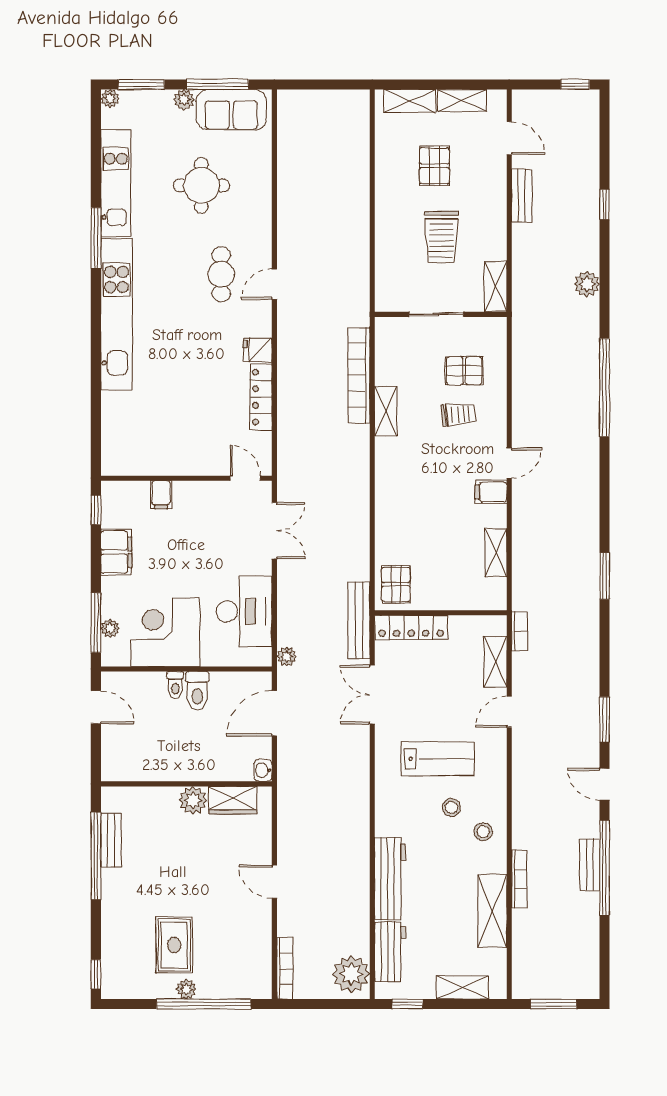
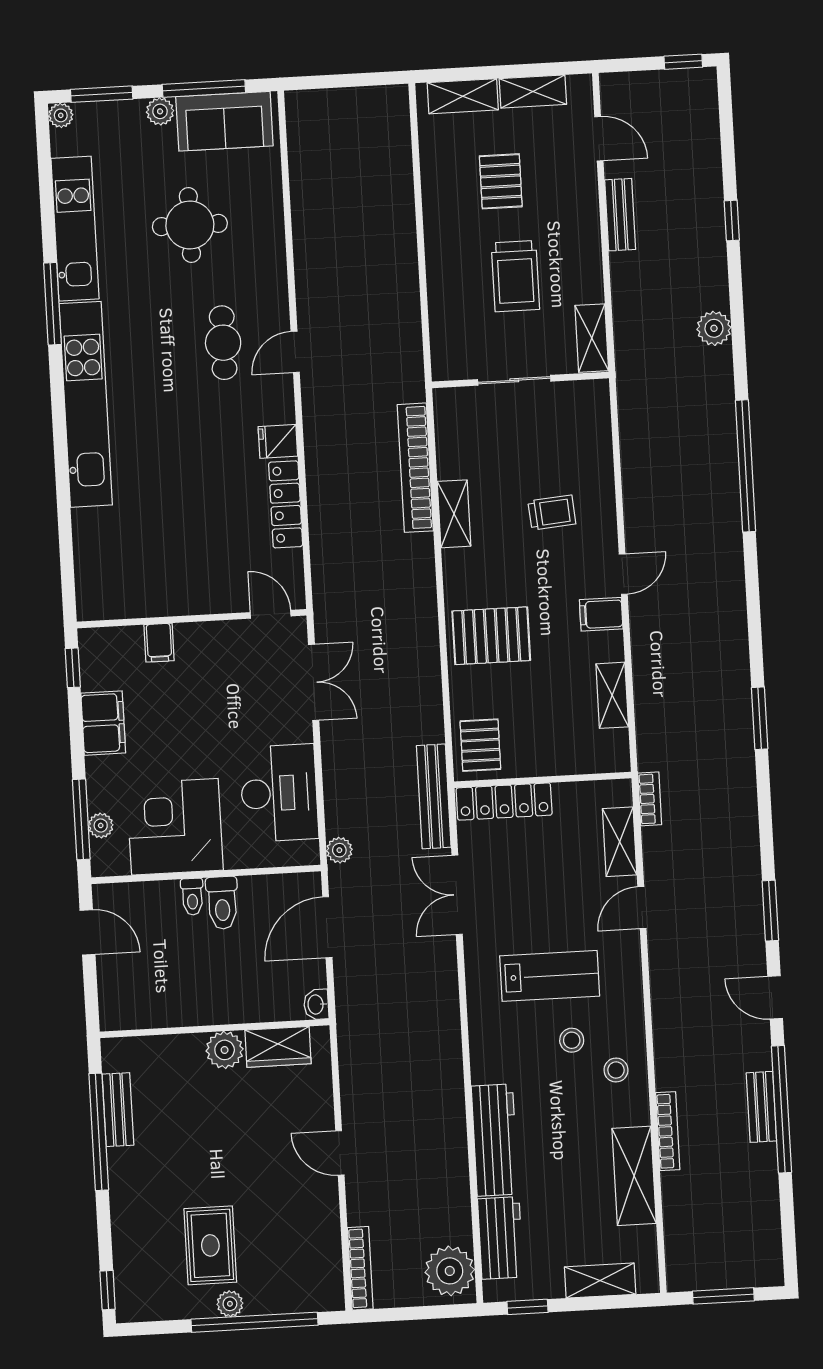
pallet: (464, 371) -> (491, 636), moved, width x1.50, depth x1.42

